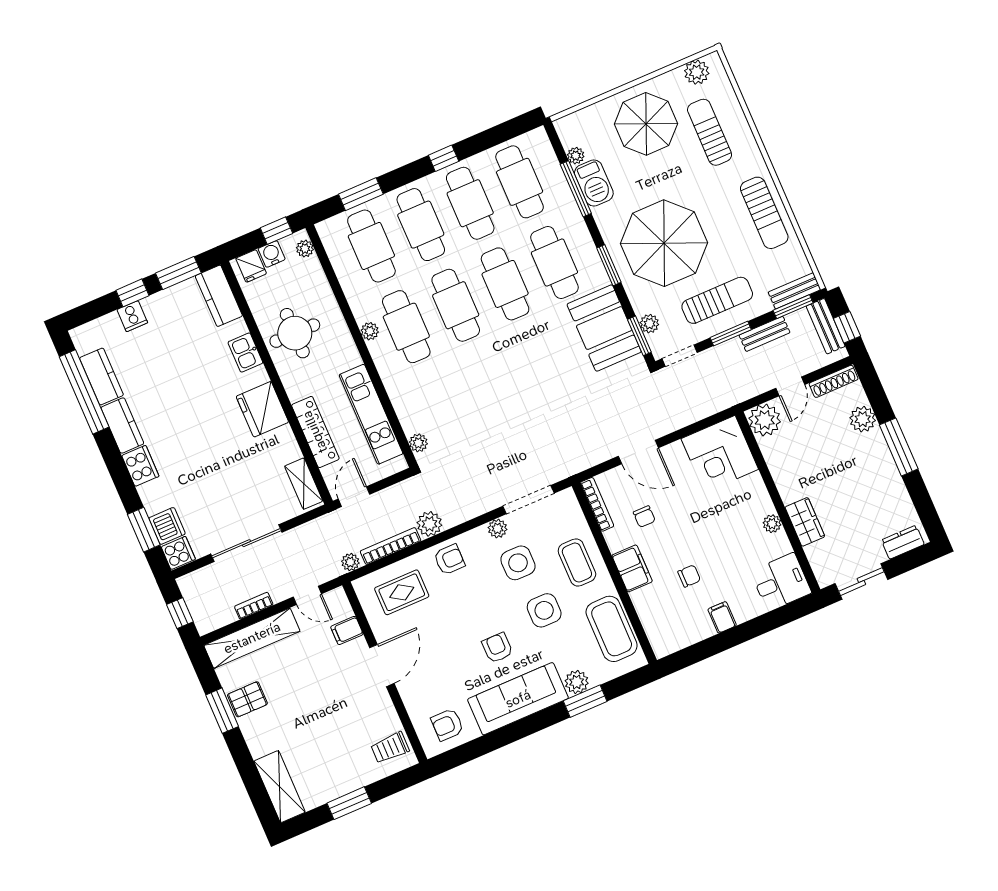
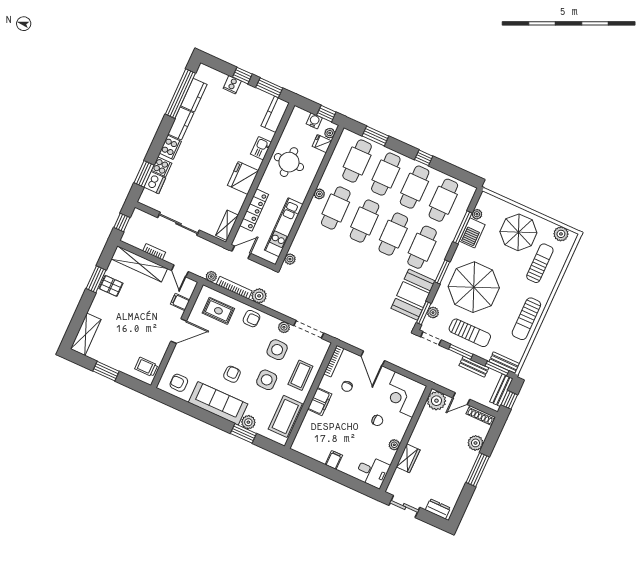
fridge: (251, 266) -> (322, 144), moved, turned 90
cooker: (178, 553) -> (162, 167), moved
chair: (689, 576) -> (377, 420), moved

